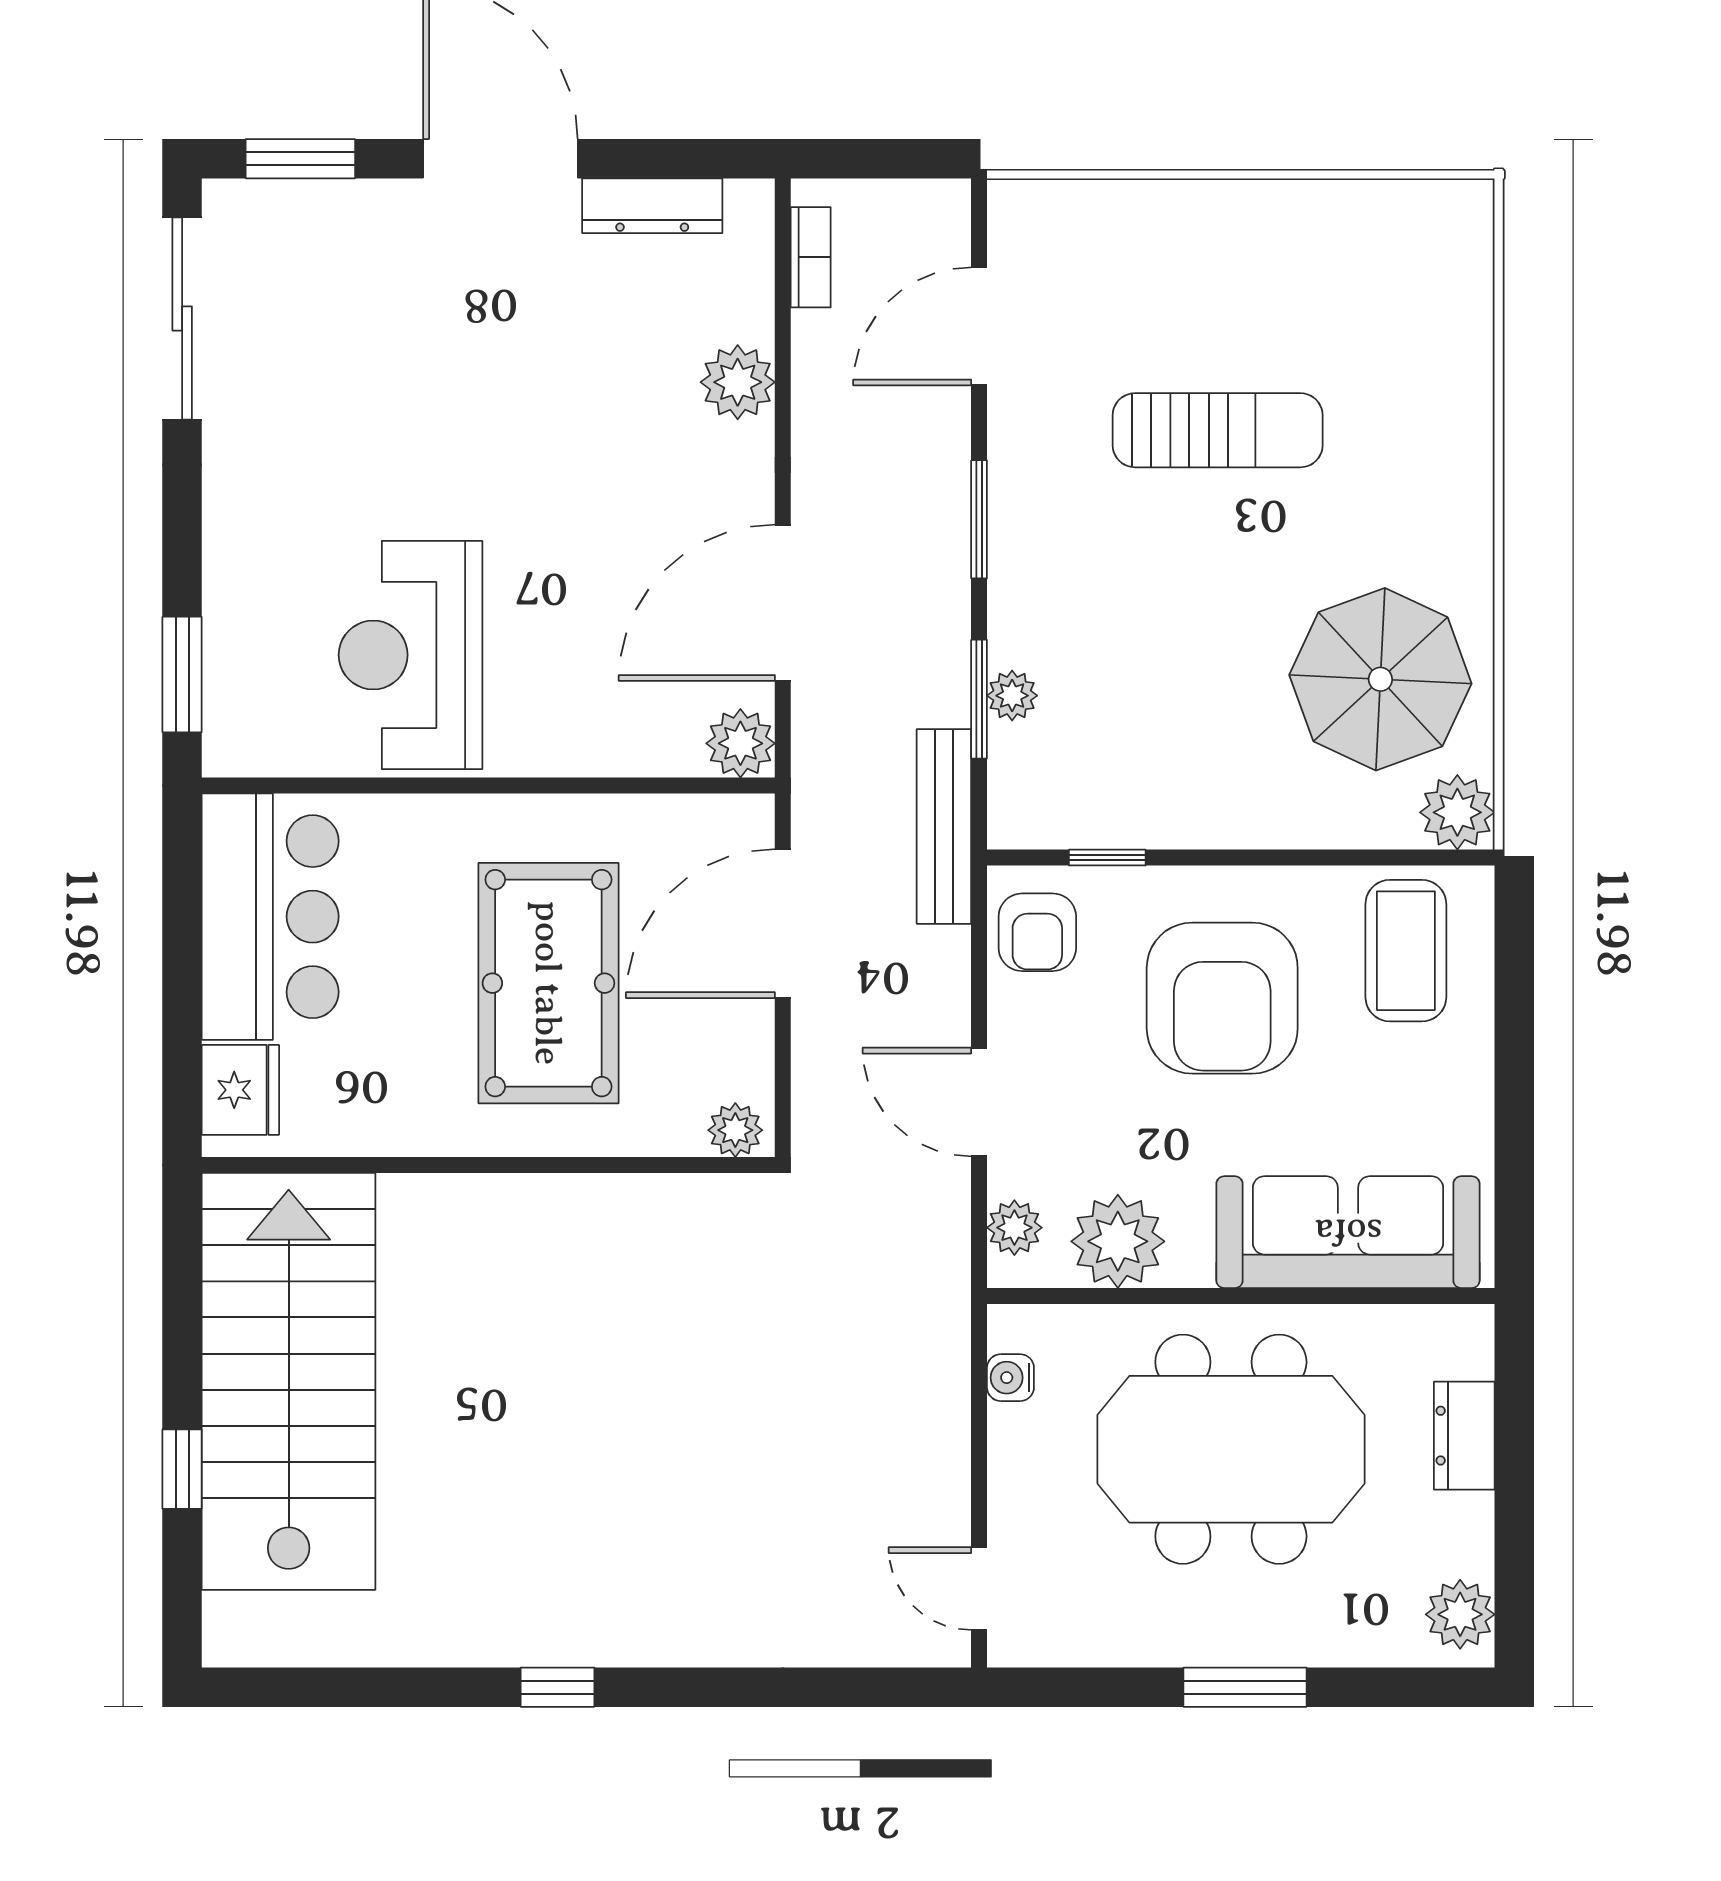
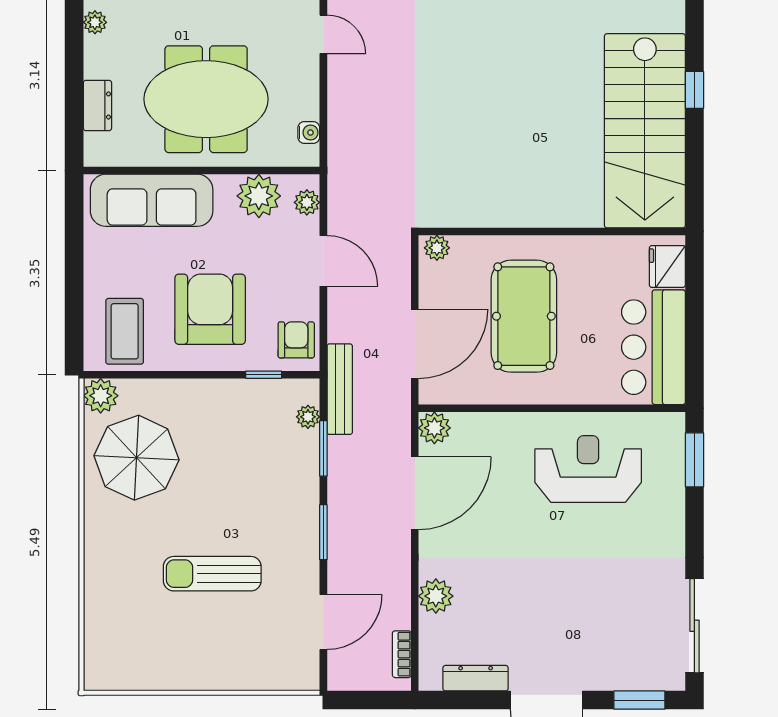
reception desk: (411, 655) -> (588, 469), turned -90
plant: (1012, 696) -> (308, 417), moved
plant: (1460, 1614) -> (95, 22), width x0.73, depth x0.73

